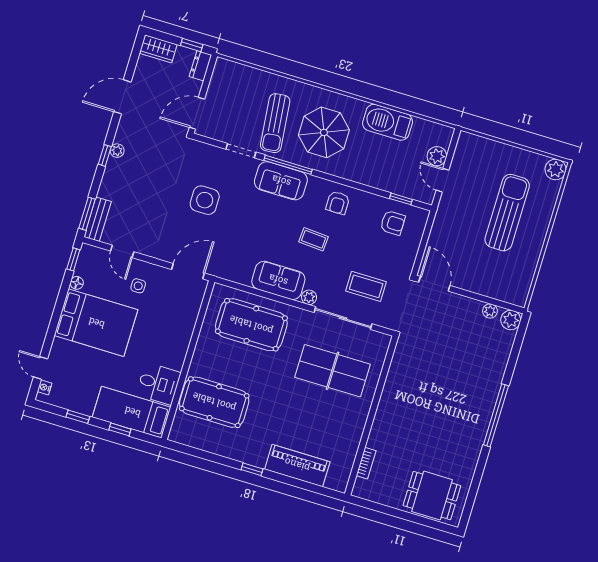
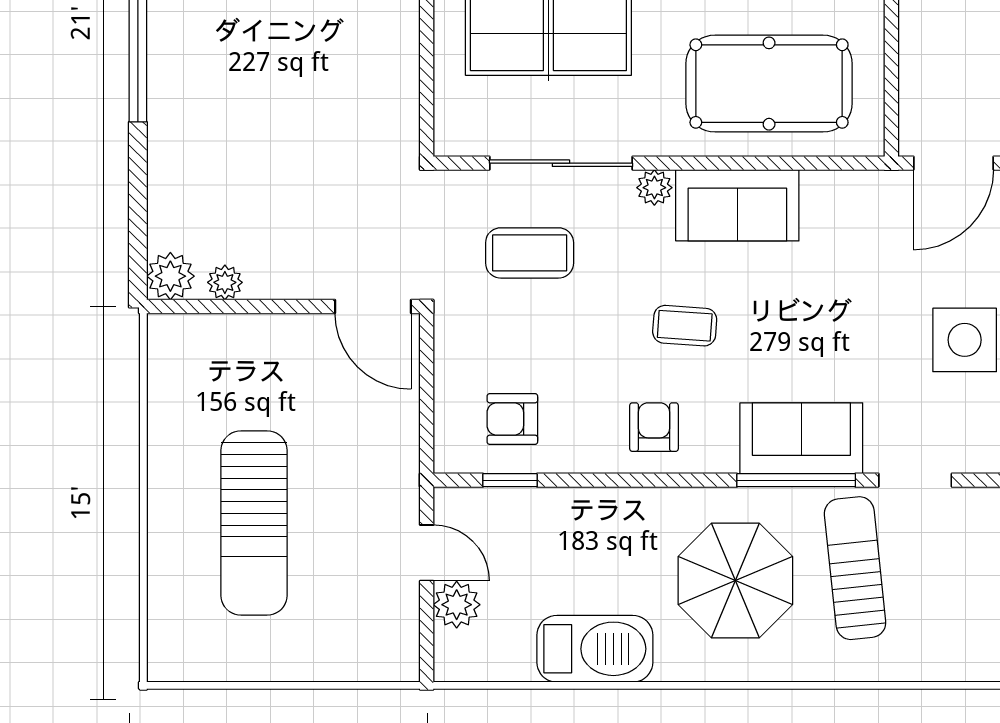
plant: (556, 169) -> (172, 657), removed

